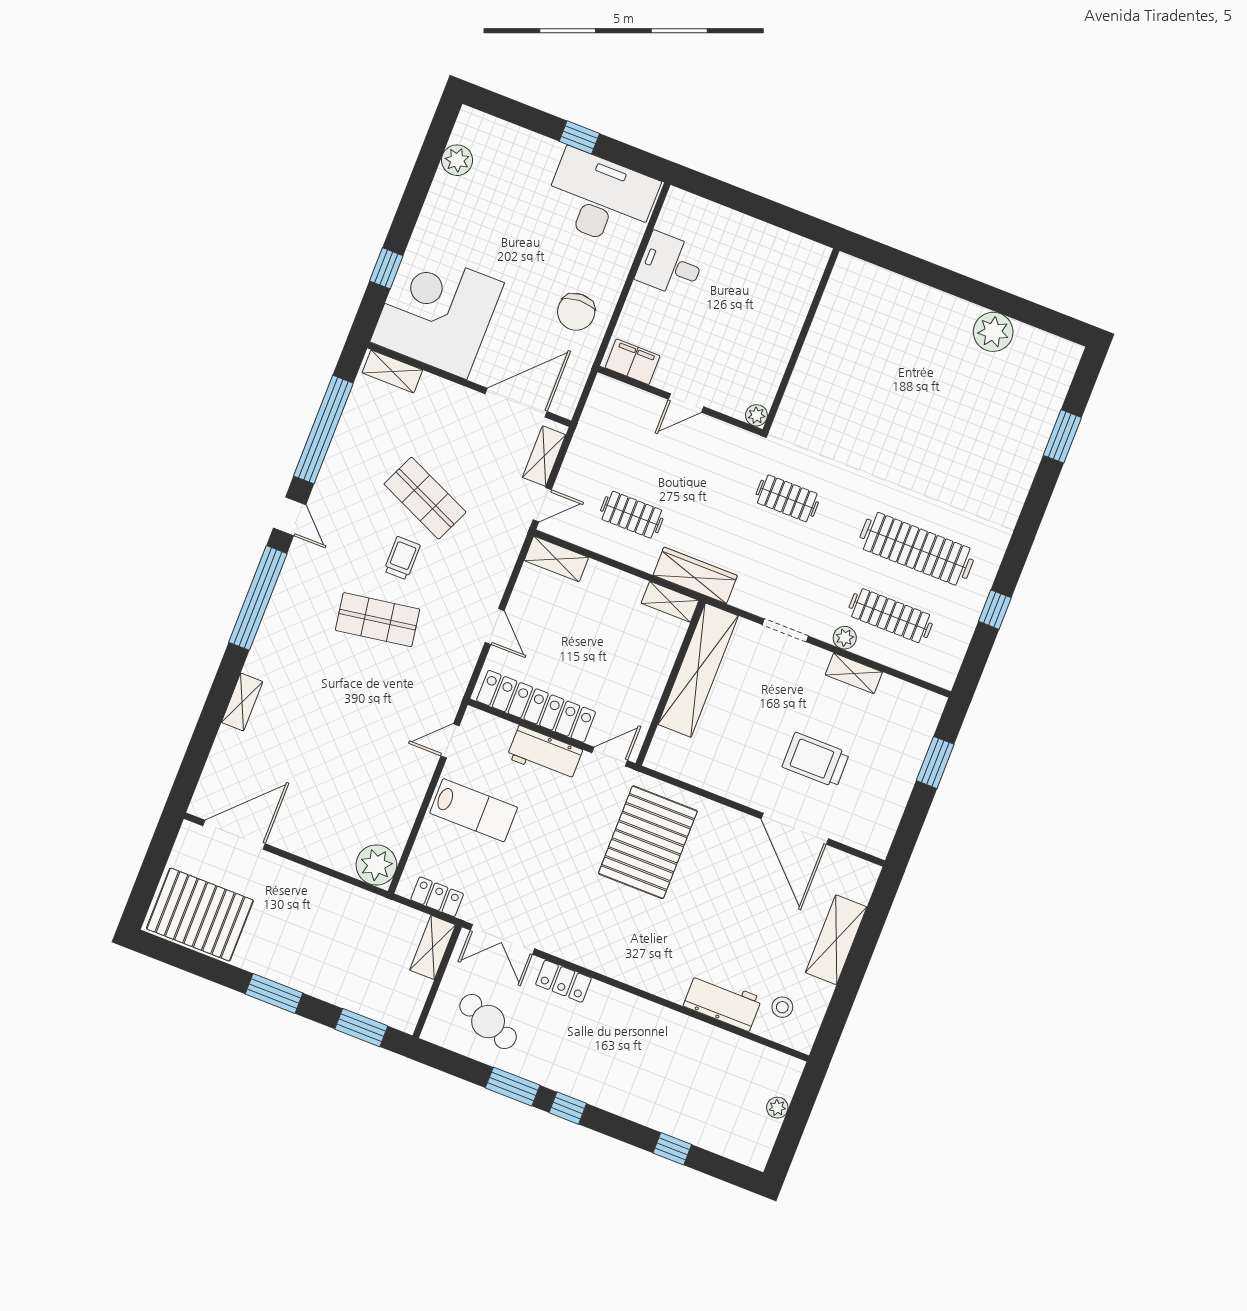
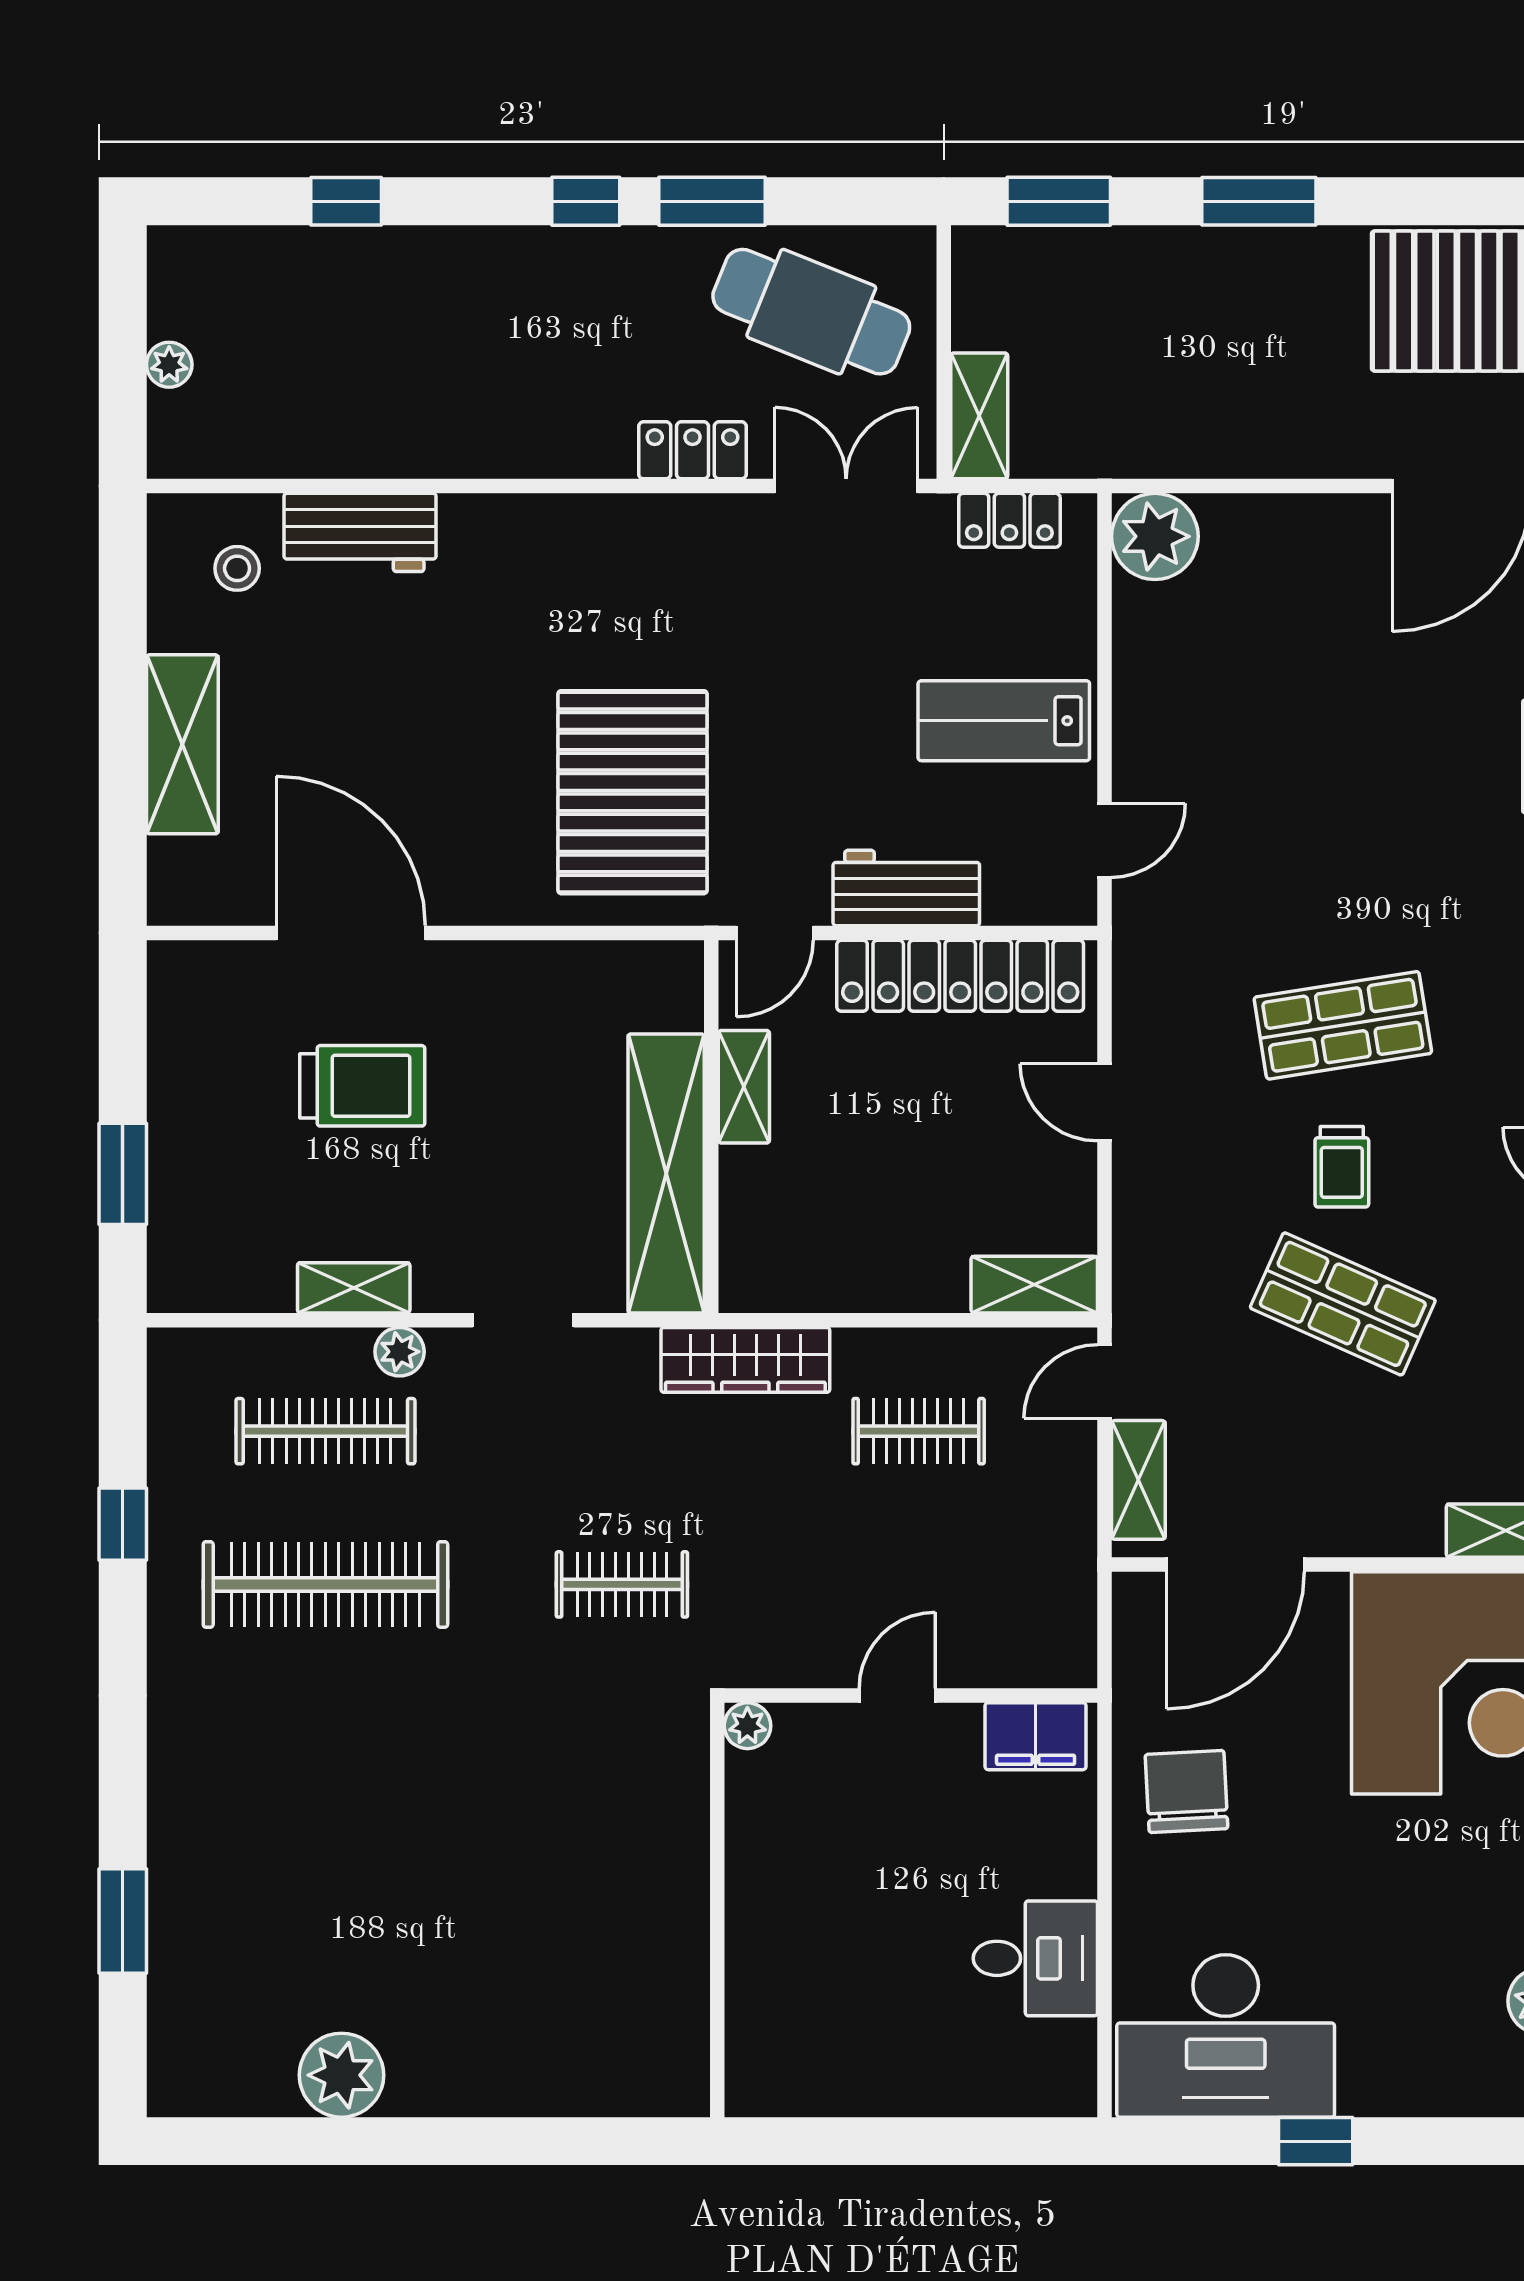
shelving: (670, 602) -> (744, 1087), moved, turned 90
cafe table: (488, 1022) -> (811, 312), width x1.37, depth x1.35

